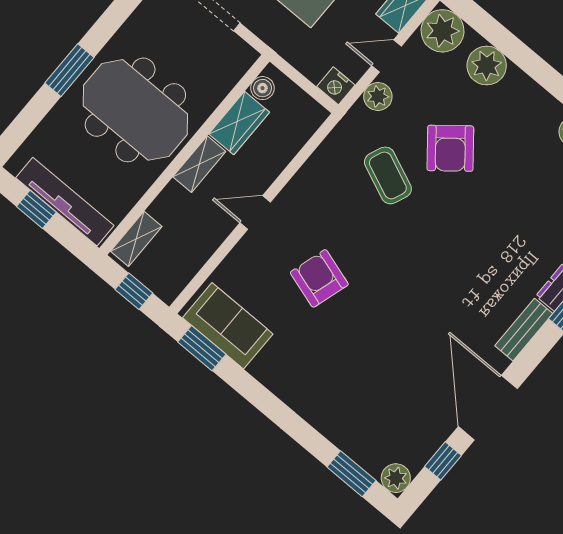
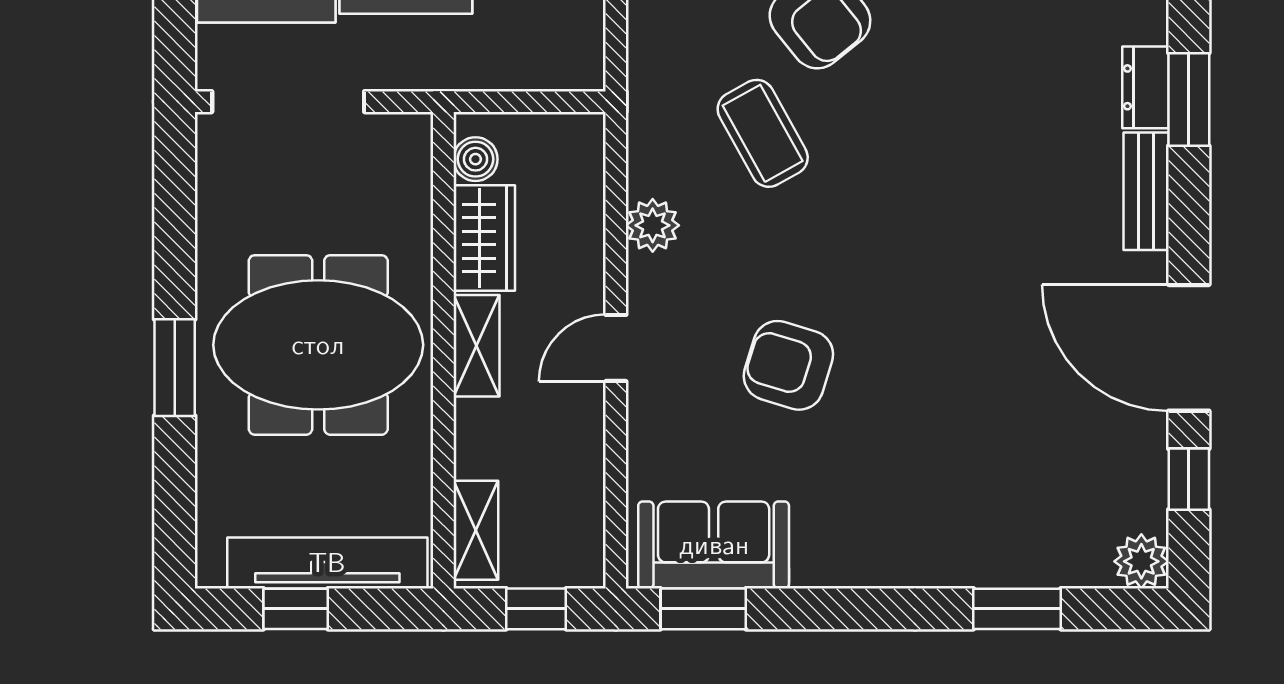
nightstand: (336, 86) -> (579, 67), removed
plant: (378, 97) -> (653, 225), moved
coffee table: (388, 175) -> (763, 133), turned 38
window: (351, 474) -> (1017, 609), moved

